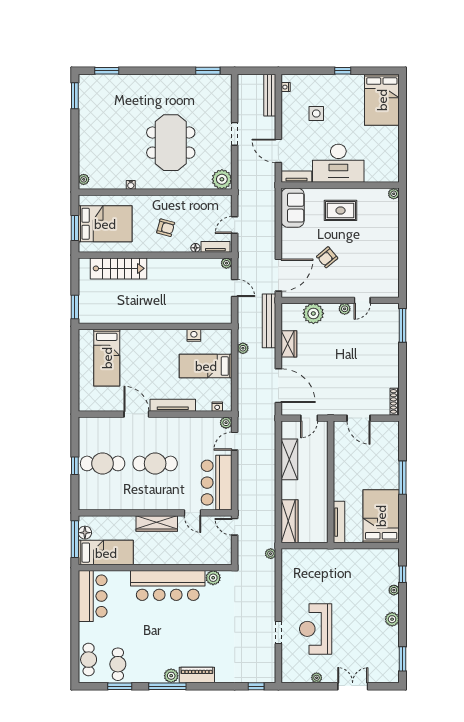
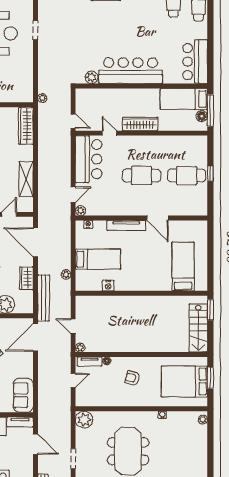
stairs: (118, 268) -> (198, 328), moved, turned -90

